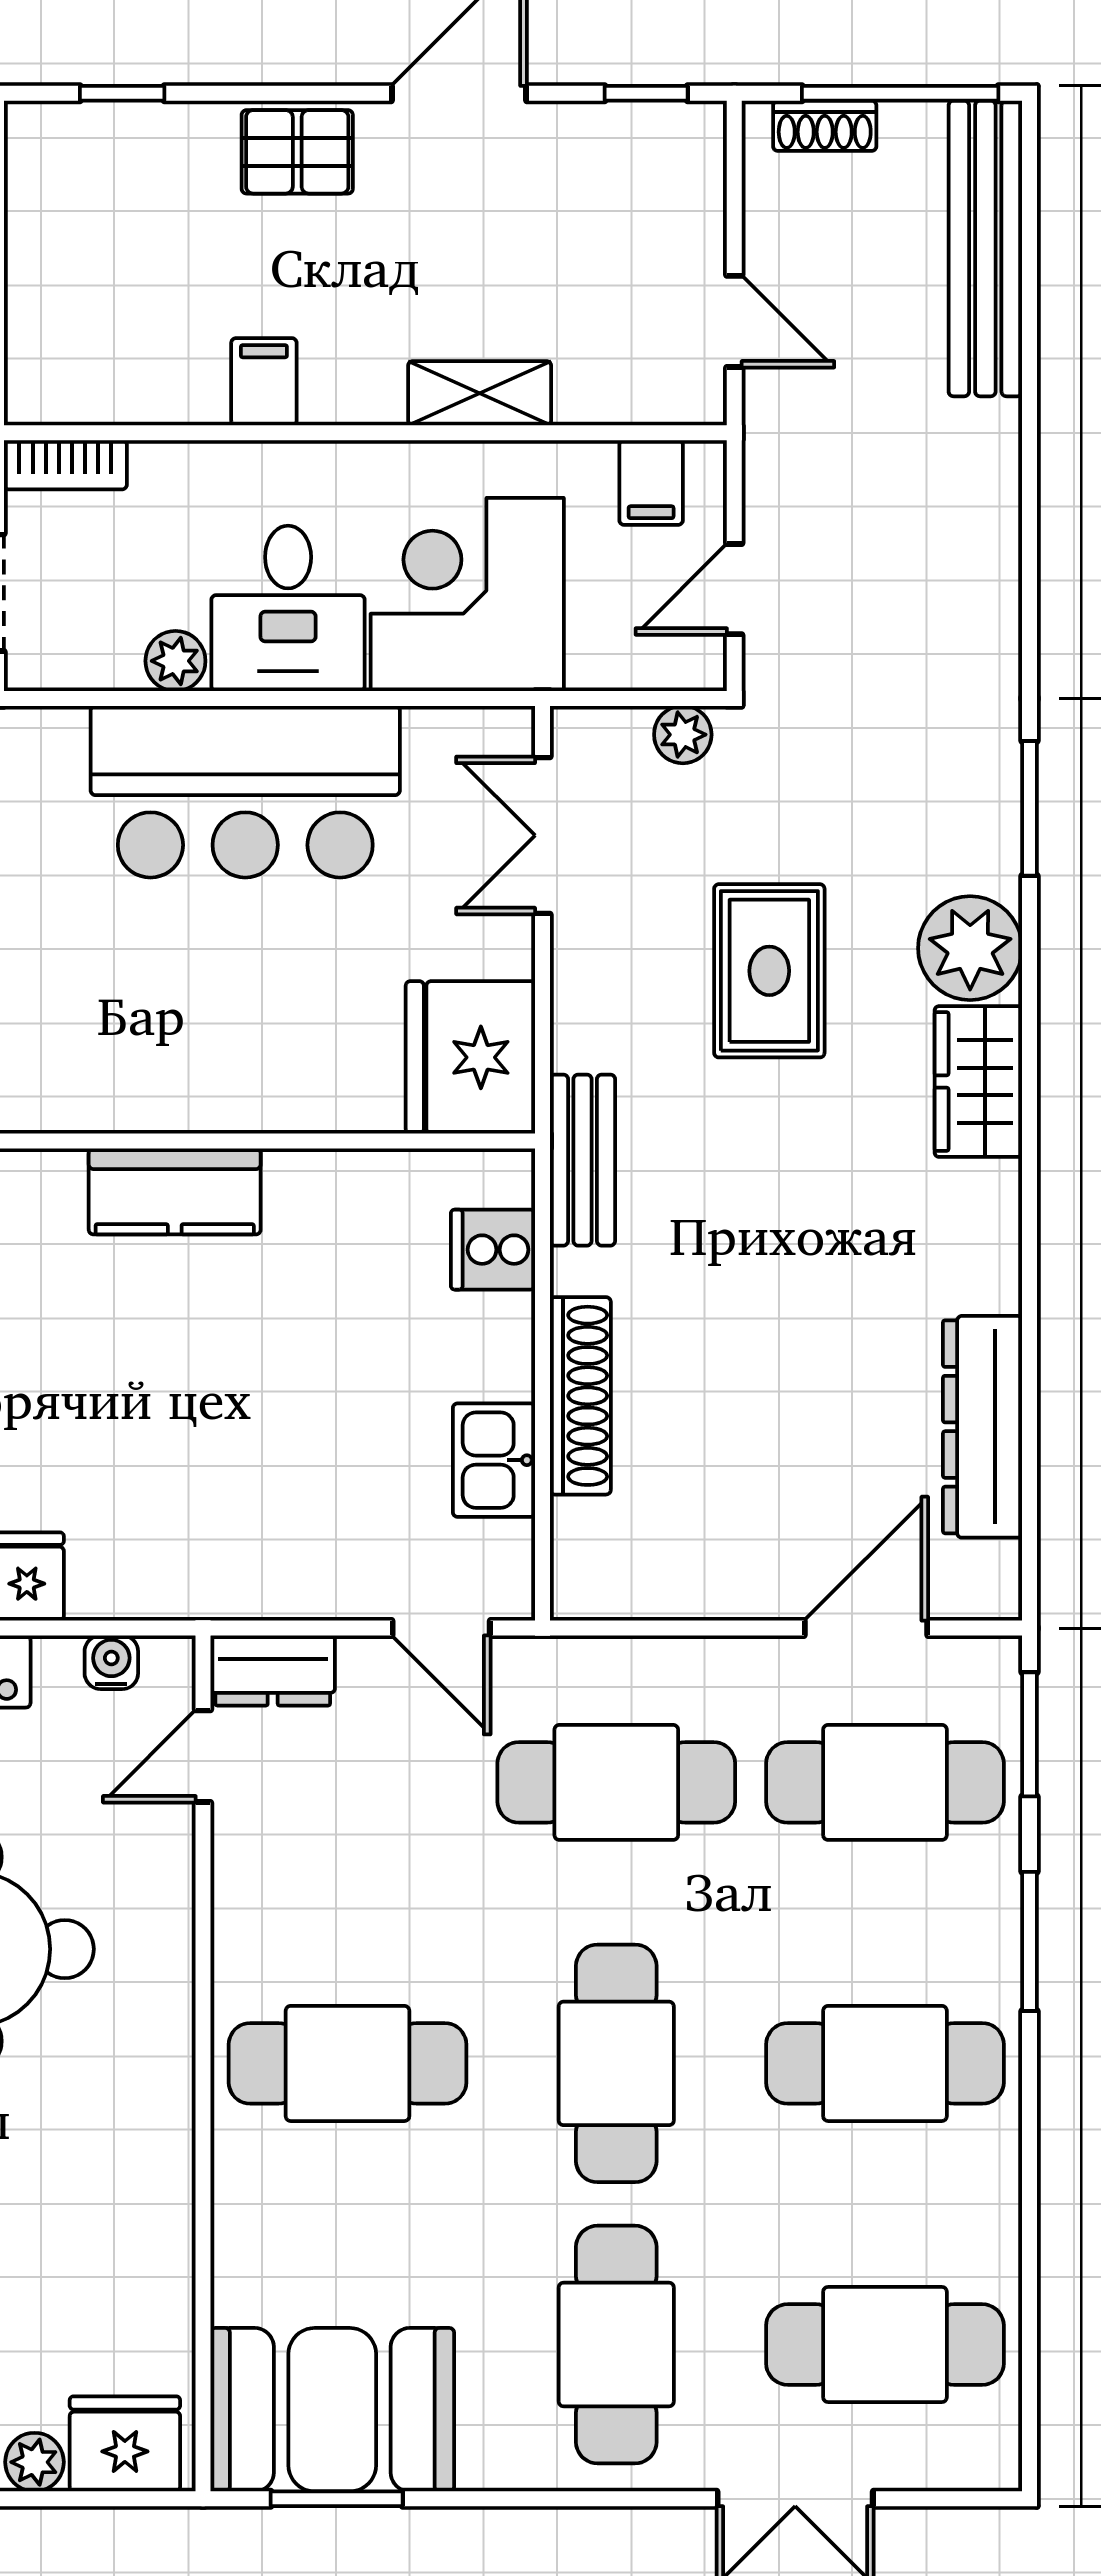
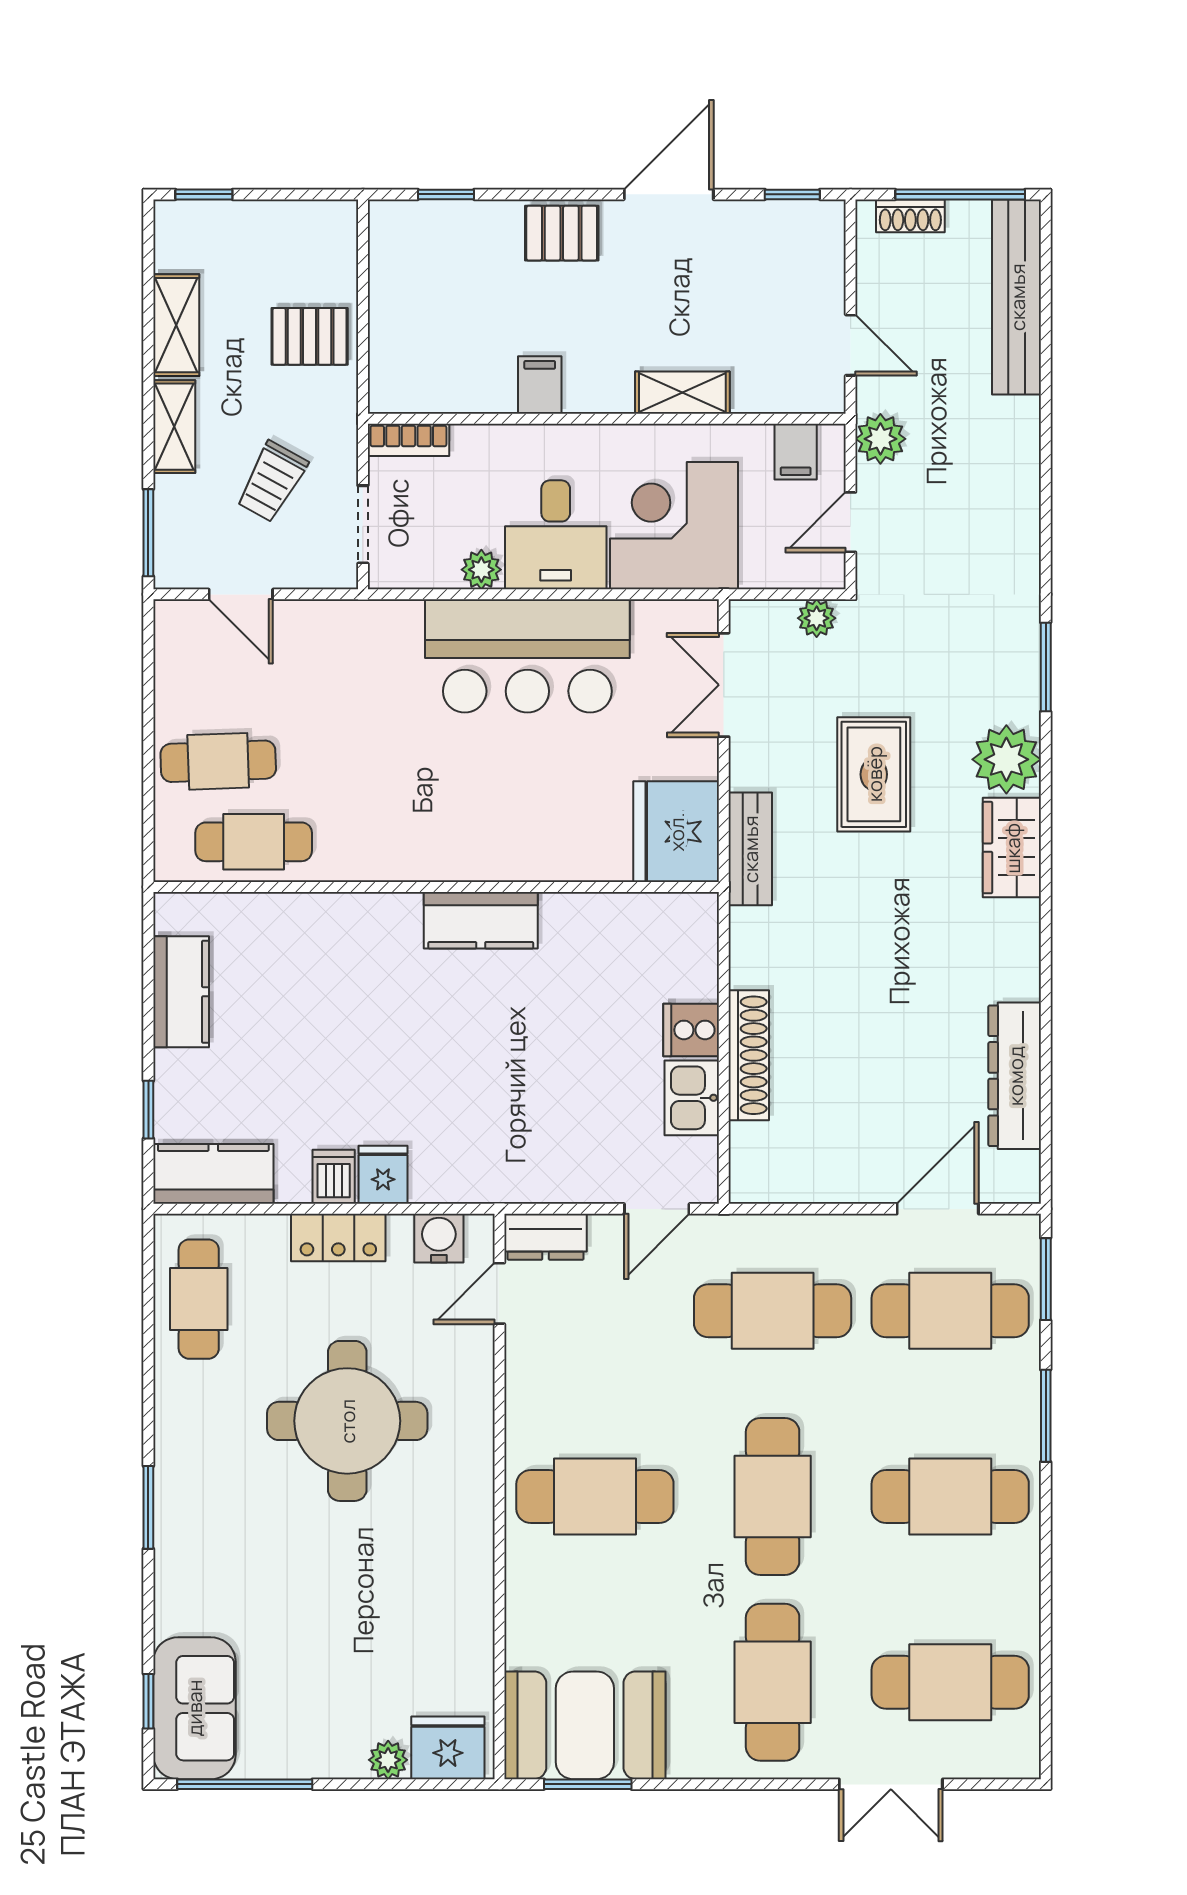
plant: (780, 463) -> (880, 439), added
bench: (582, 1160) -> (750, 849), moved
cooker: (493, 1250) -> (691, 1030), moved
door: (441, 1628) -> (657, 1209), hinge flipped
water cooler: (111, 1662) -> (439, 1238), width x1.38, depth x1.38

